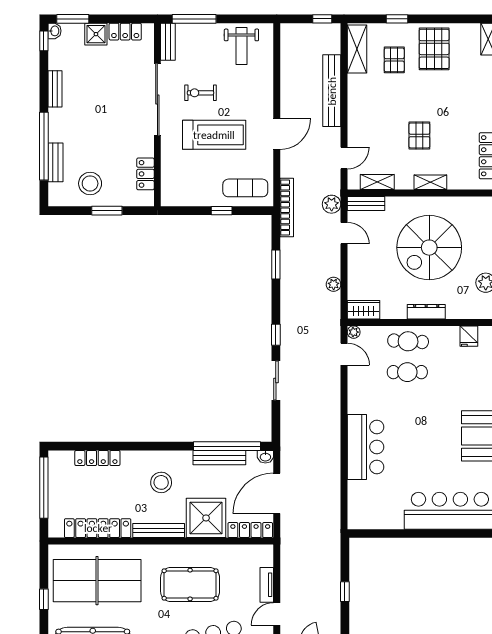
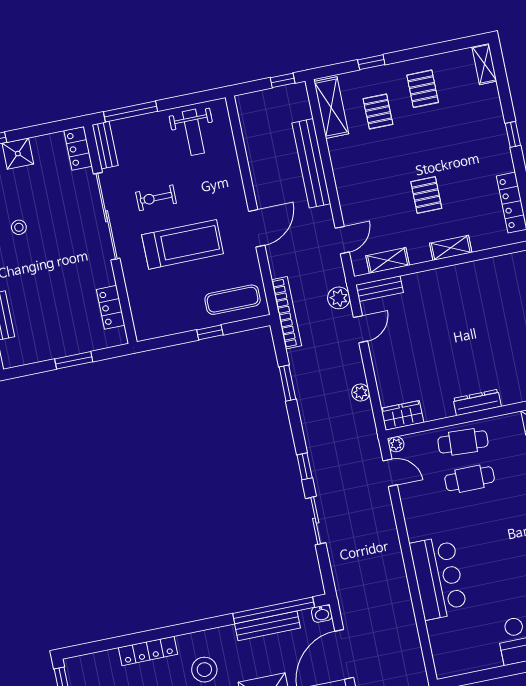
locker: (125, 32) -> (78, 148), moved, turned 90
pallet: (434, 49) -> (423, 89), width x0.67, depth x0.71
stool: (90, 183) -> (19, 227), moved, width x0.53, depth x0.53
door: (344, 233) -> (361, 329), hinge flipped
spiral stairs: (429, 248) -> (465, 326), removed
locker: (97, 458) -> (148, 651), moved

